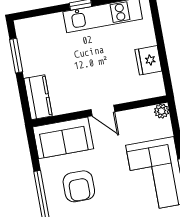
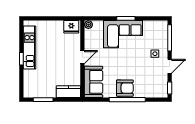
fridge: (148, 60) -> (71, 27), moved
armchair: (79, 186) -> (125, 88), moved

